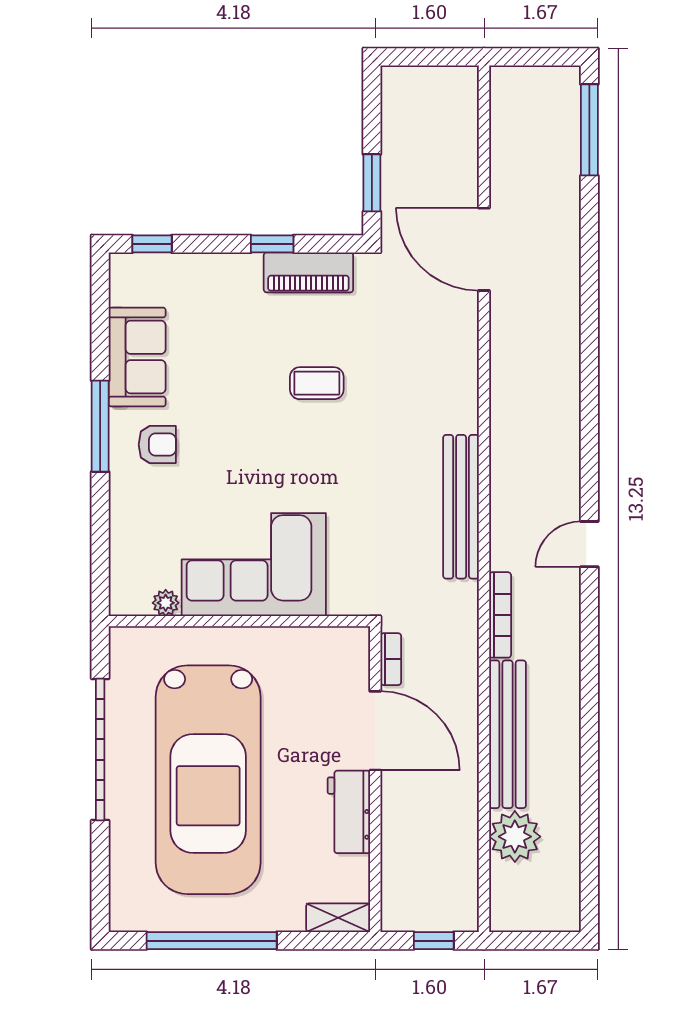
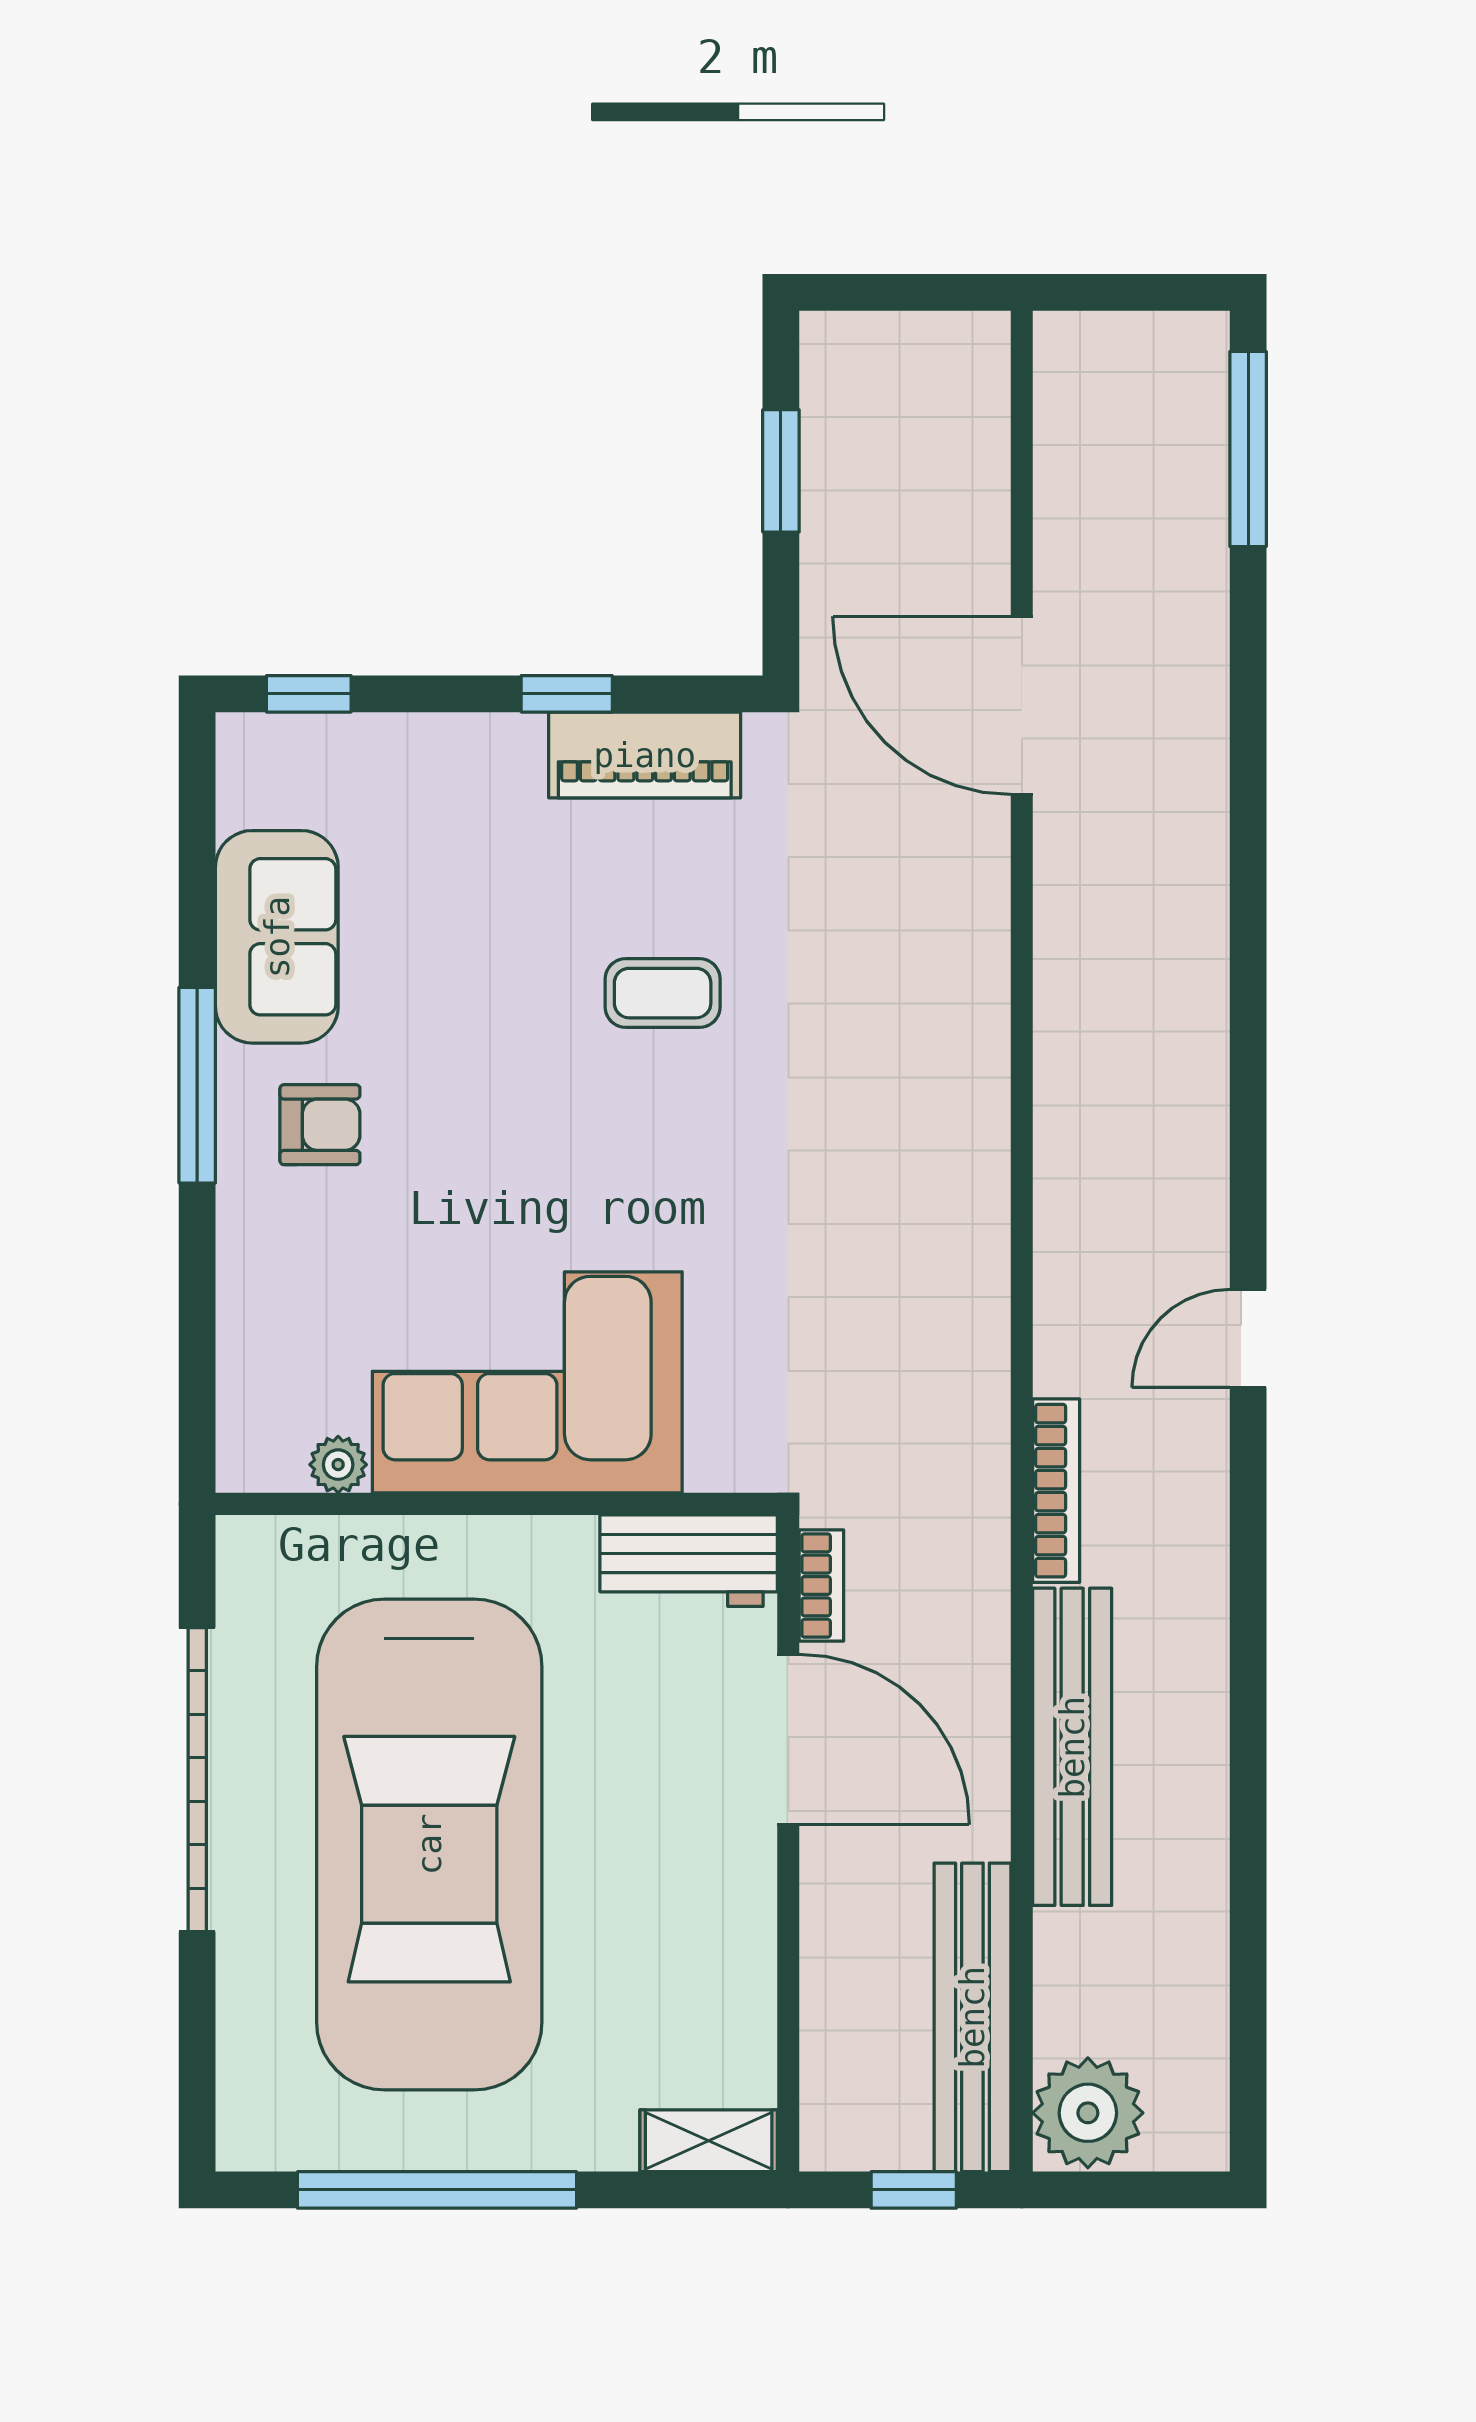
window: (372, 183) -> (781, 471), moved
bench: (461, 507) -> (972, 2017), moved
workbench: (349, 812) -> (689, 1561), moved, turned -90
plant: (515, 837) -> (1088, 2113), moved

